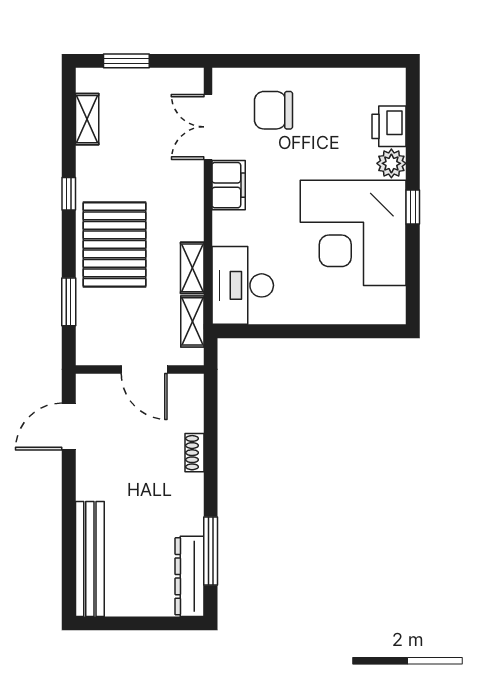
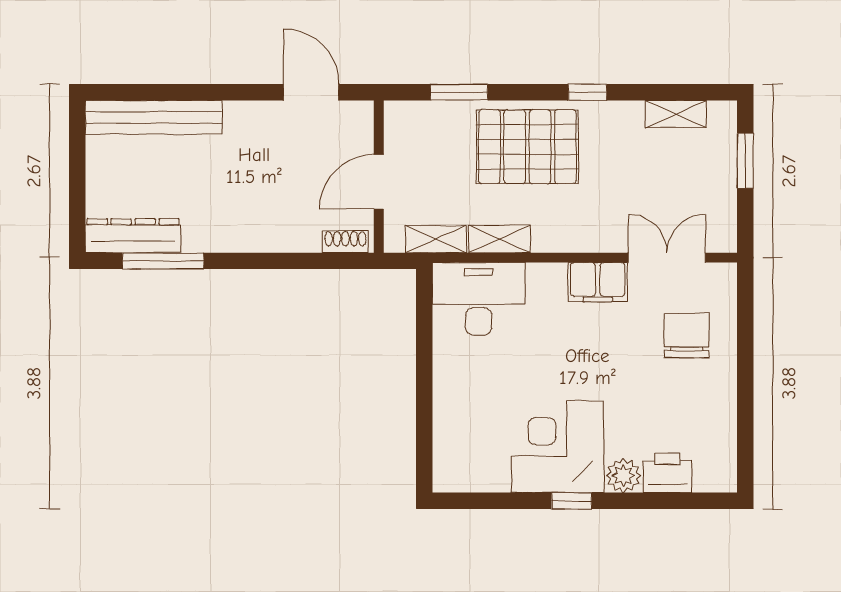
corner desk: (353, 233) -> (558, 447), width x0.74, depth x0.74
shoe rack: (194, 453) -> (345, 242), moved

